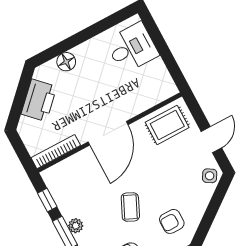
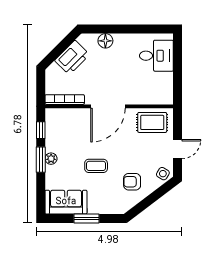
coffee table: (130, 207) -> (96, 166), turned 65
armchair: (172, 221) -> (132, 182), moved

